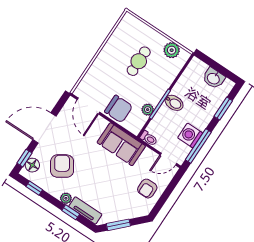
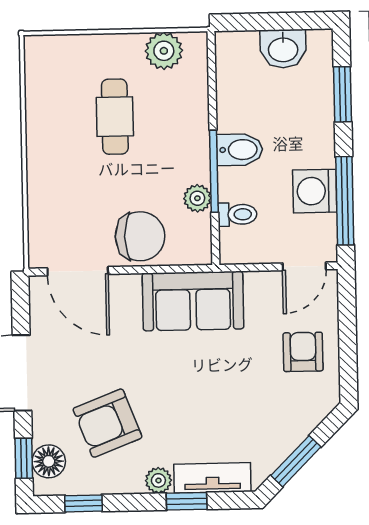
toilet: (149, 138) -> (237, 214), moved
armchair: (62, 166) -> (108, 423), turned -78
armchair: (147, 189) -> (303, 352), turned 180

